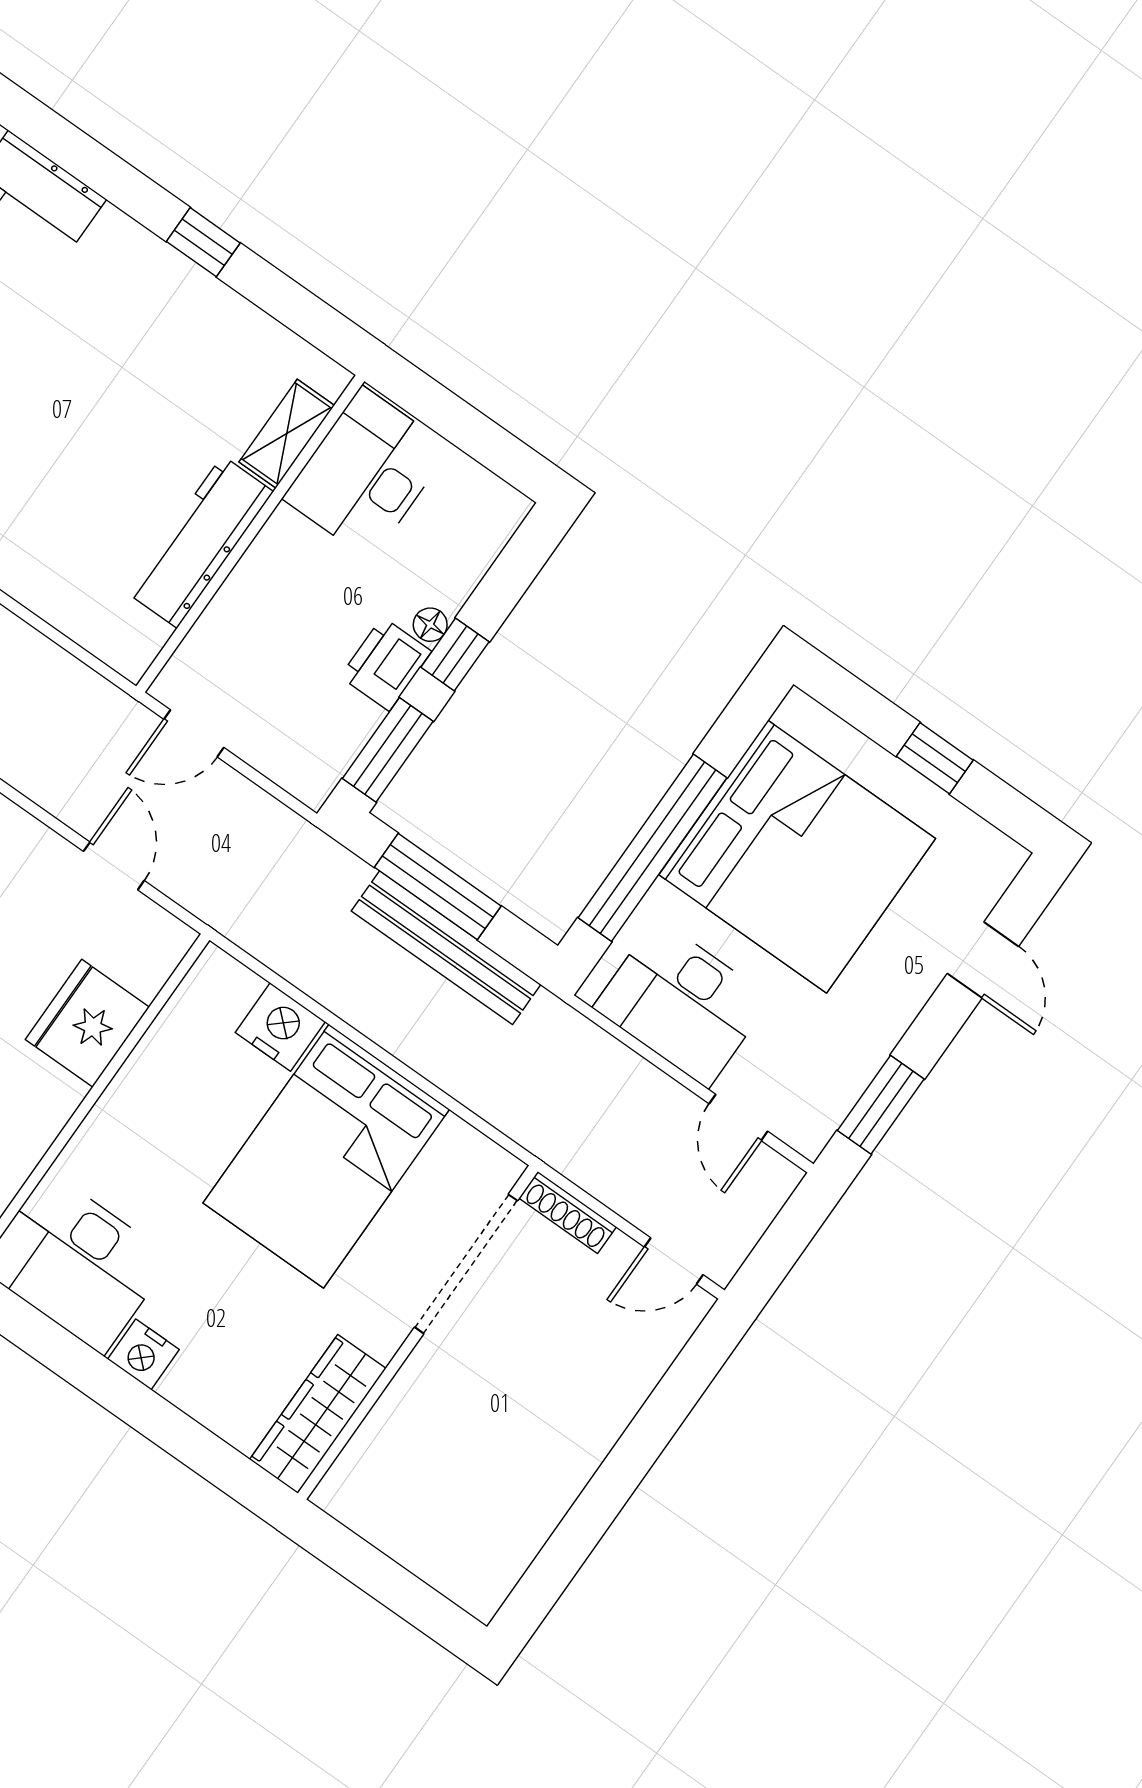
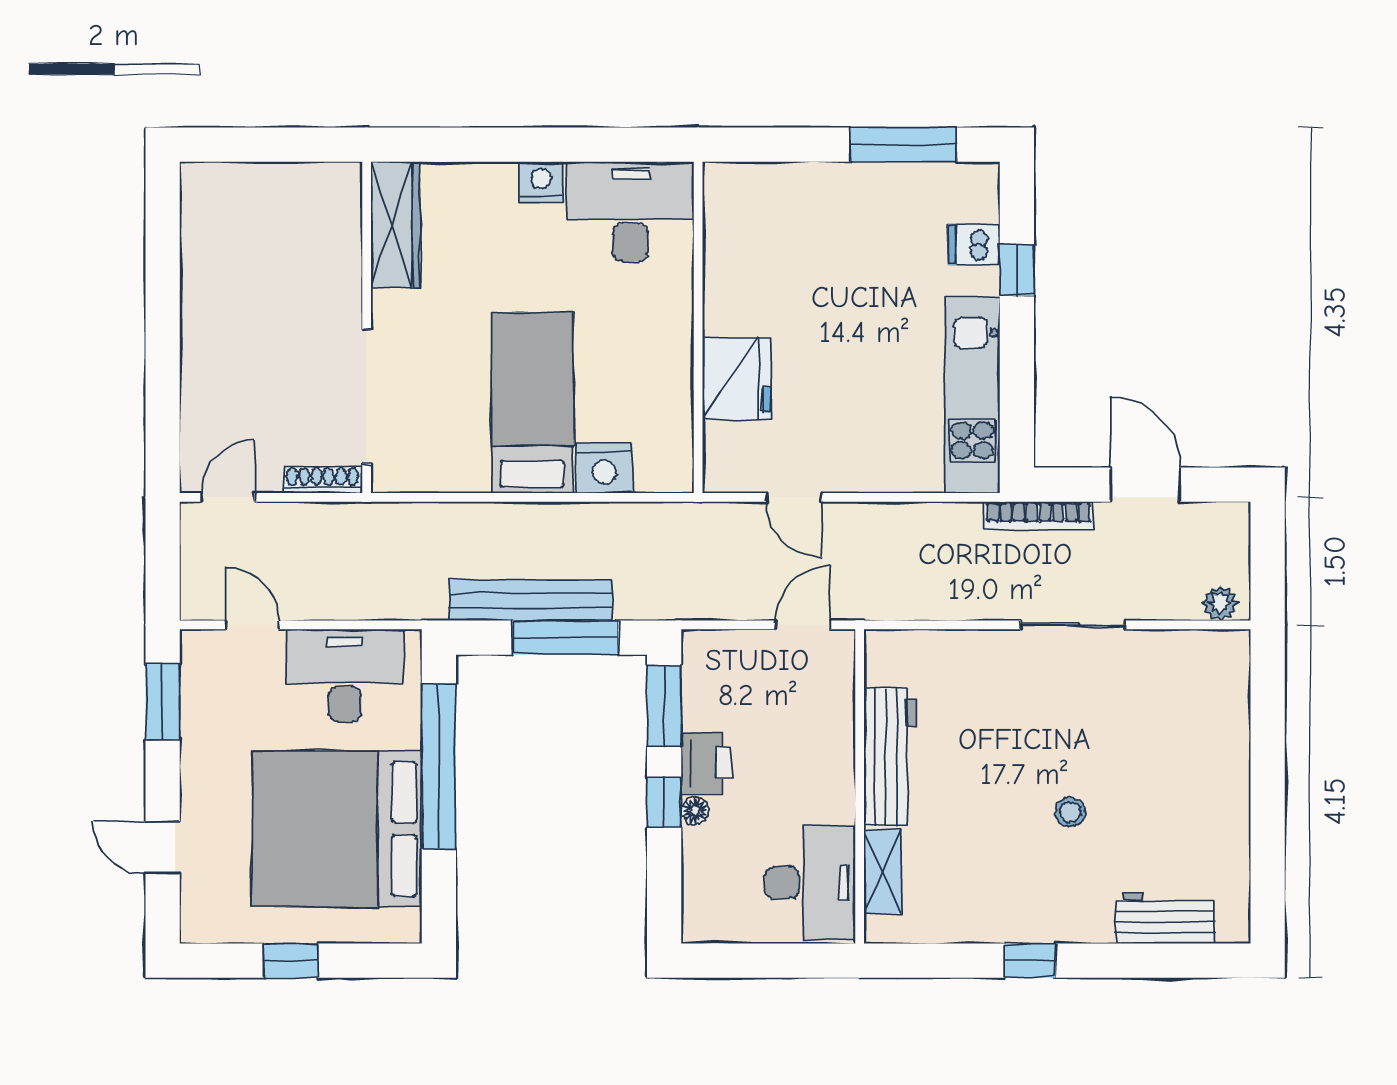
stool: (60, 361) -> (1070, 812), added
bed: (326, 1156) -> (532, 403), width x0.67

